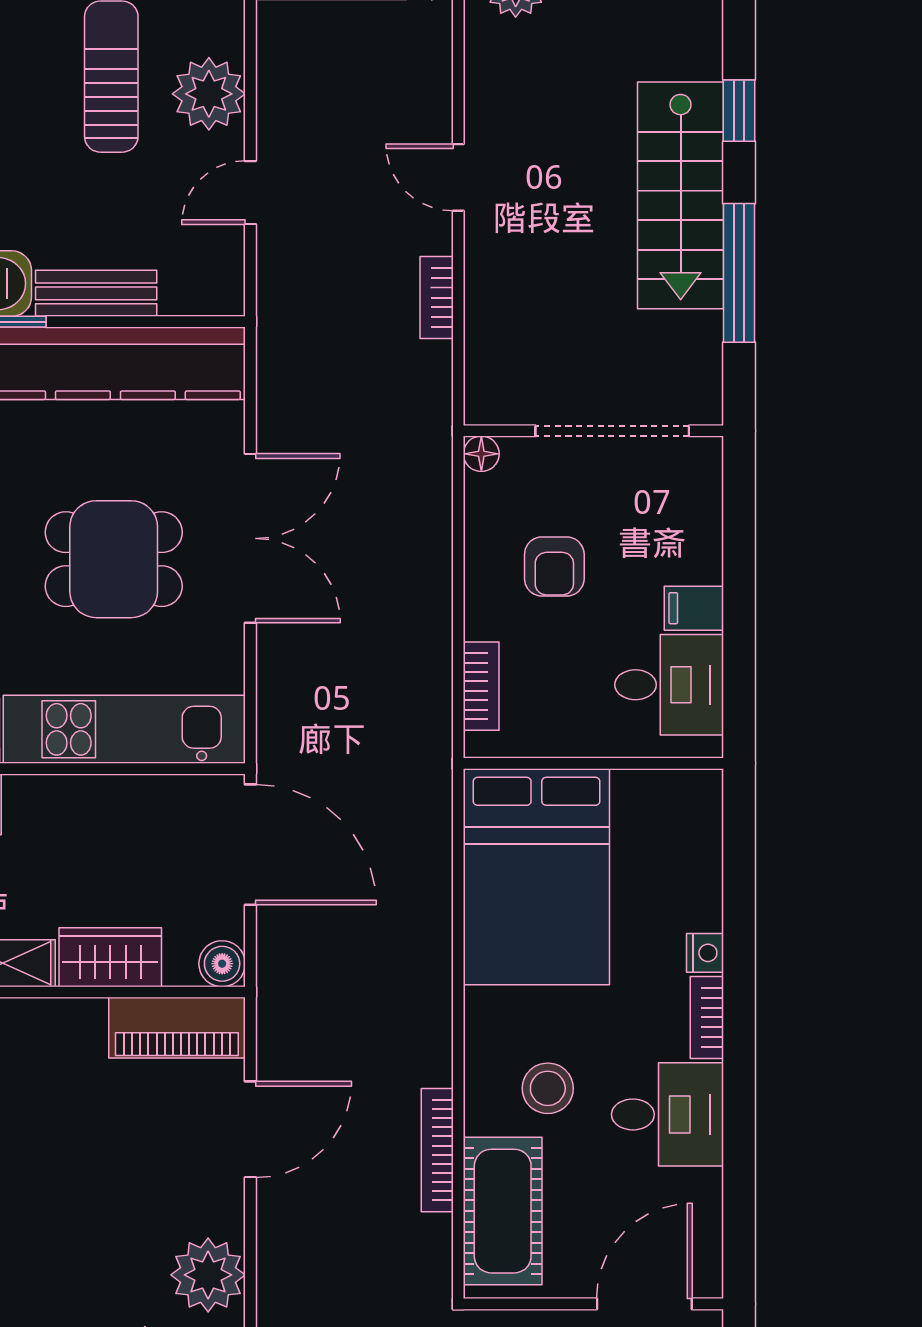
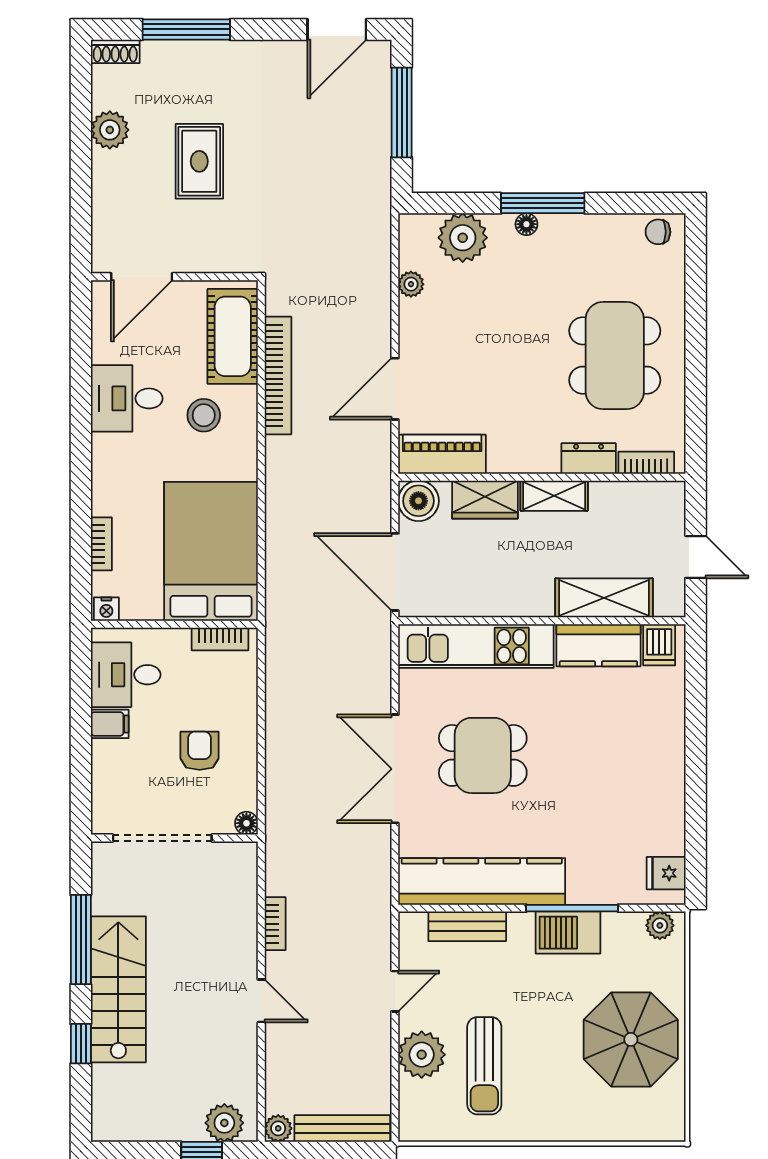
bench: (96, 293) -> (467, 926), moved
bookcase: (481, 686) -> (220, 639), moved, turned -90
nightstand: (705, 953) -> (106, 609), moved, turned -90
boiler: (222, 964) -> (418, 501), width x1.36, depth x1.36
bookcase: (707, 1017) -> (101, 544), moved
bookcase: (437, 1150) -> (278, 376), width x1.48, depth x1.31
plant: (208, 1275) -> (411, 284), width x0.53, depth x0.53

